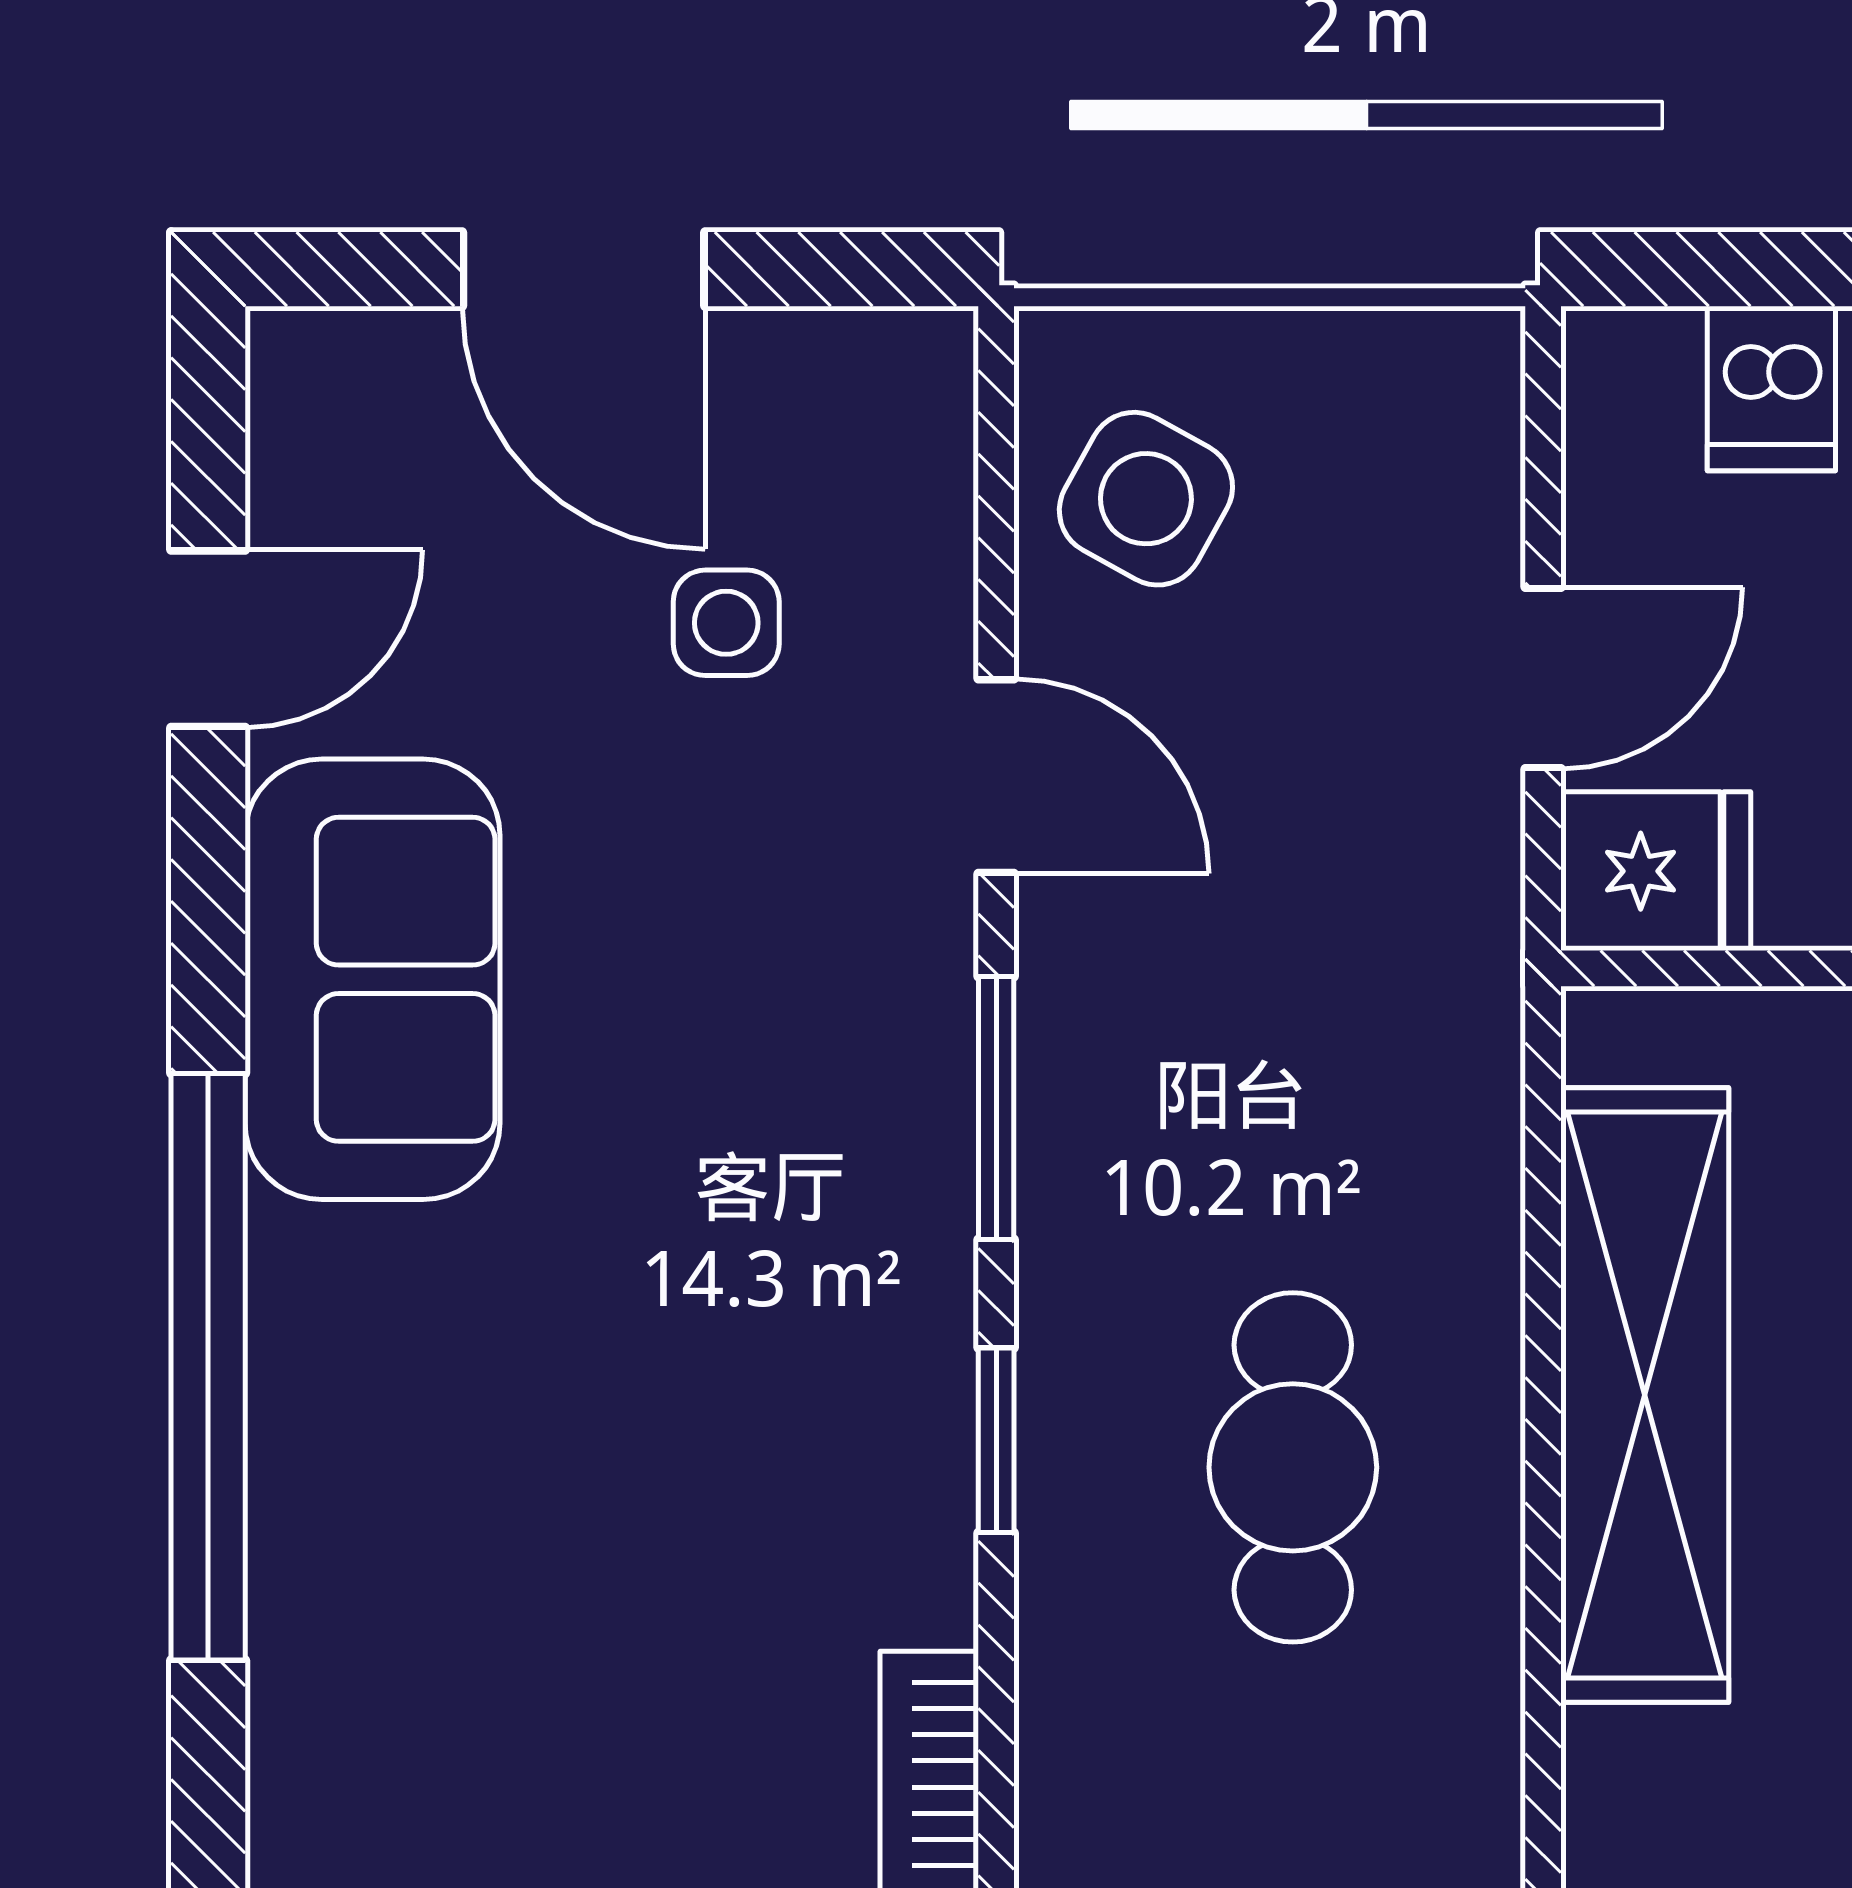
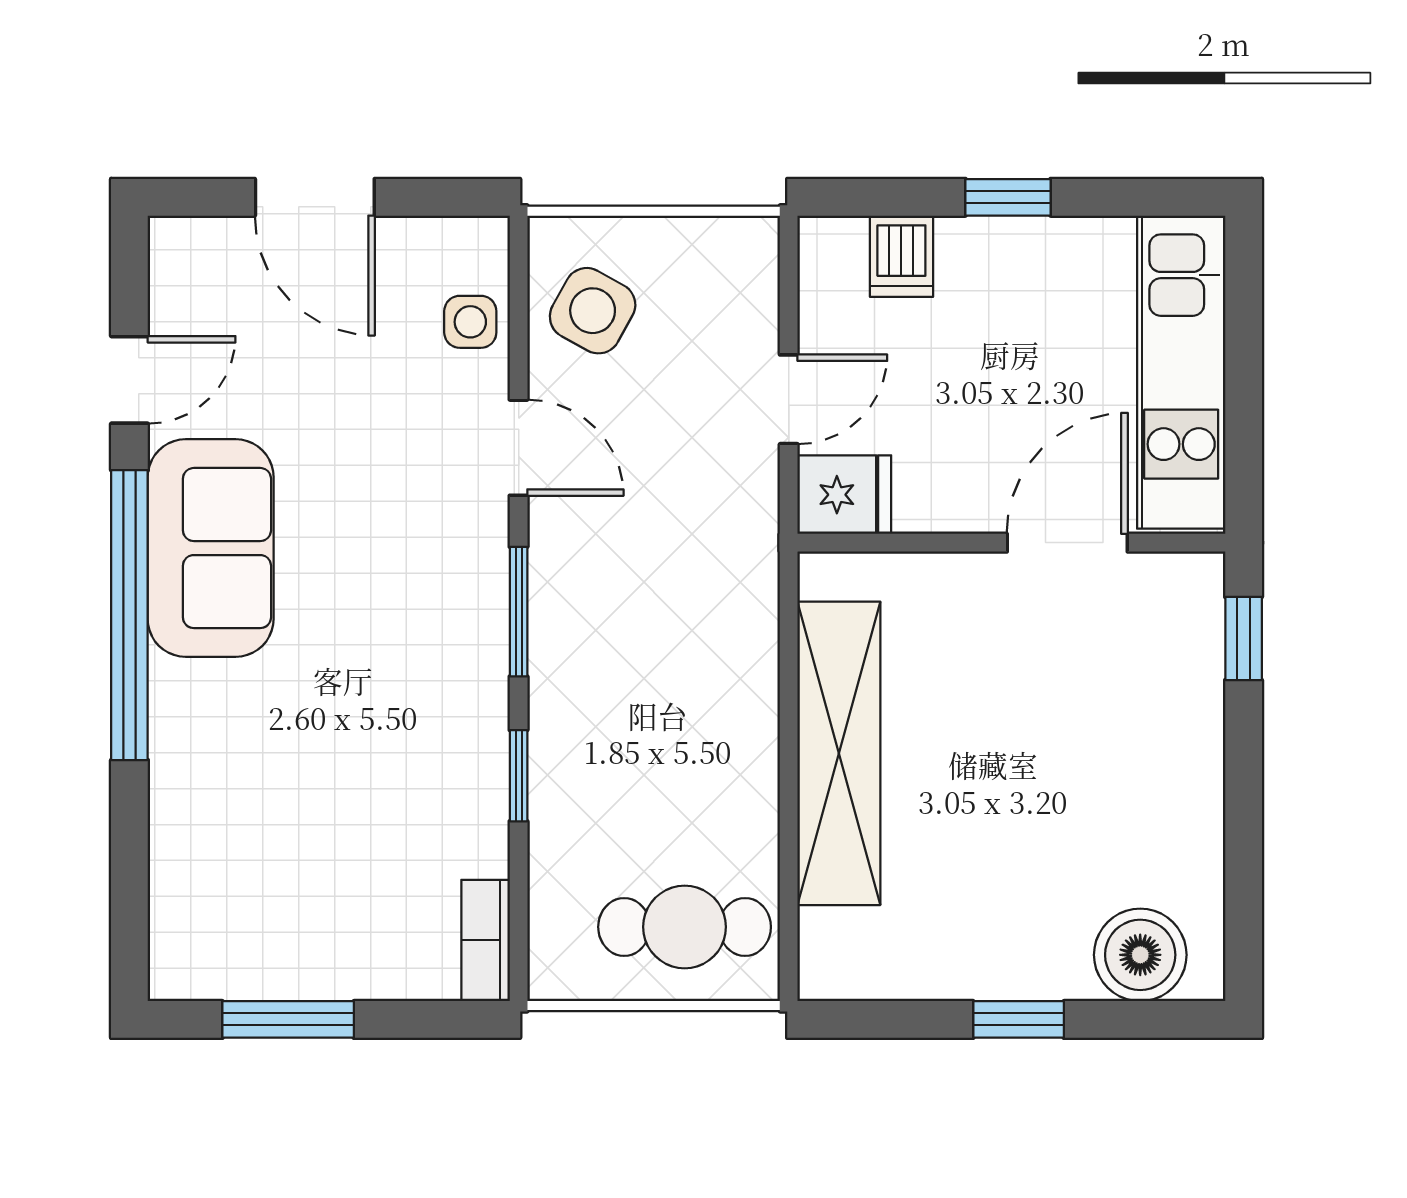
side table: (726, 623) -> (470, 322), moved
window: (208, 1367) -> (129, 615), moved
cafe table: (1293, 1467) -> (685, 927), moved, turned 90

